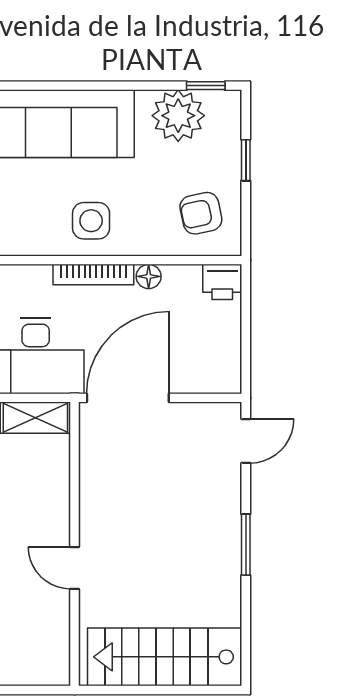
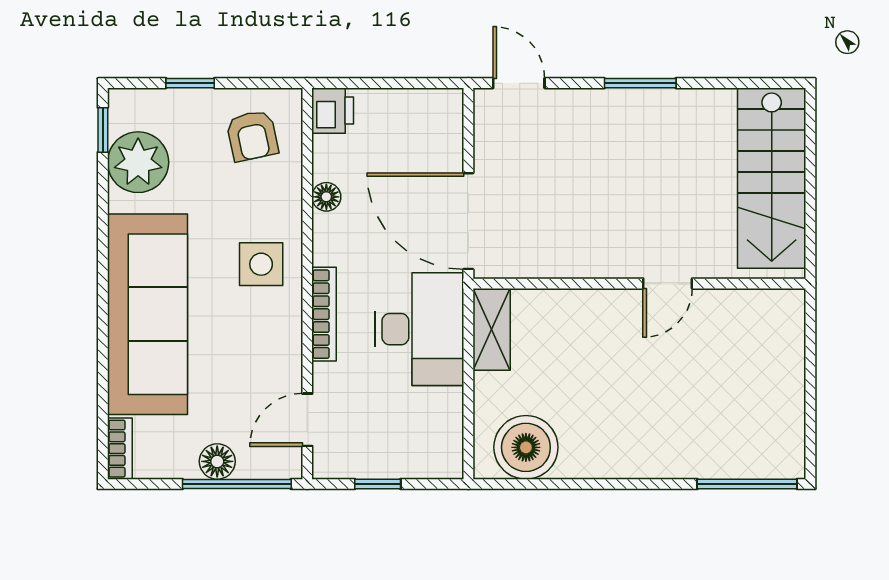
bookcase: (93, 274) -> (324, 314), moved

